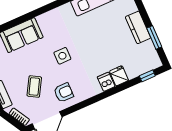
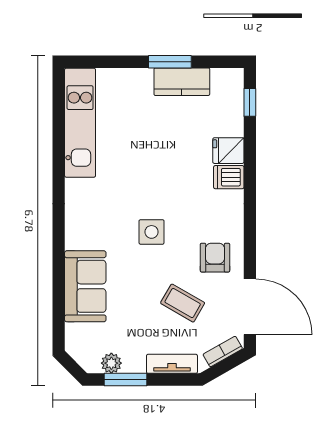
kitchen counter: (138, 27) -> (182, 82), moved
window: (154, 37) -> (170, 62), moved

